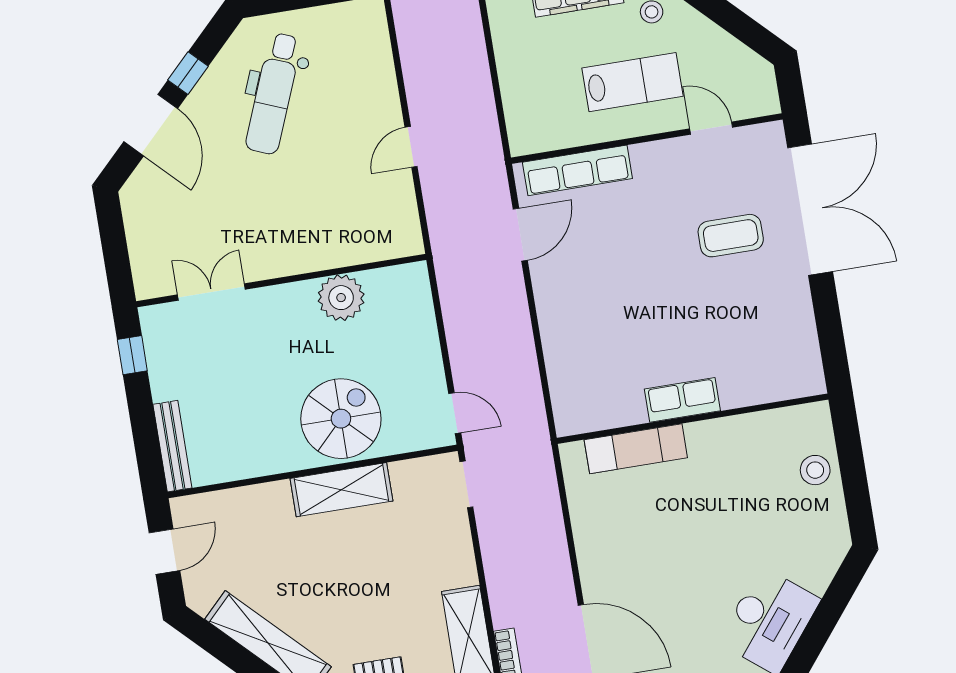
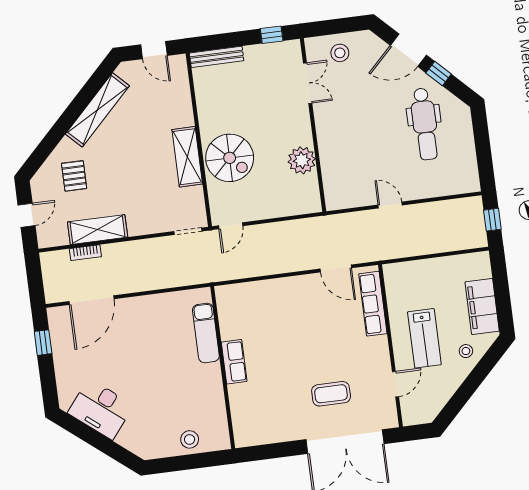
dental chair: (273, 94) -> (425, 124), turned -112
coffee table: (731, 236) -> (331, 394), turned 90
stool: (159, 240) -> (340, 53), added

